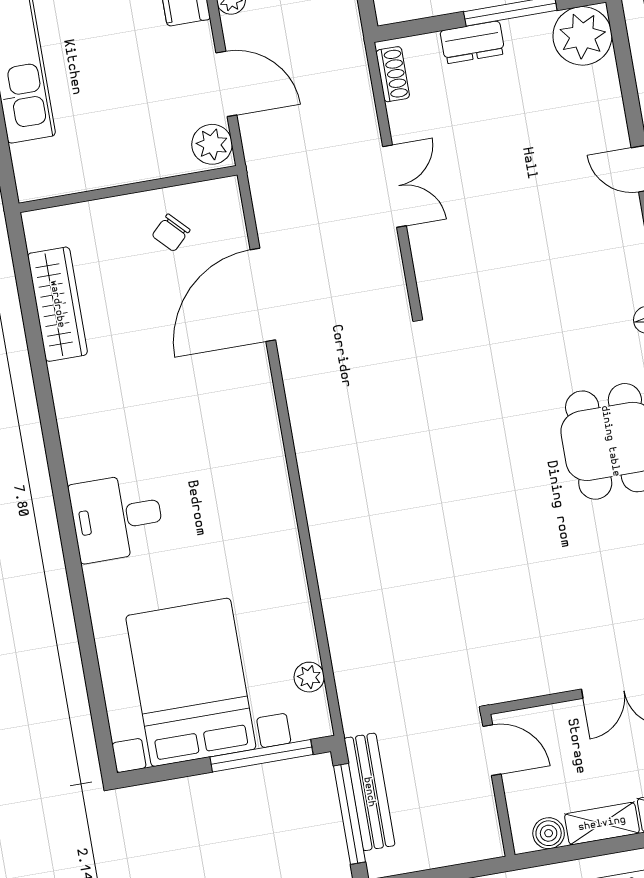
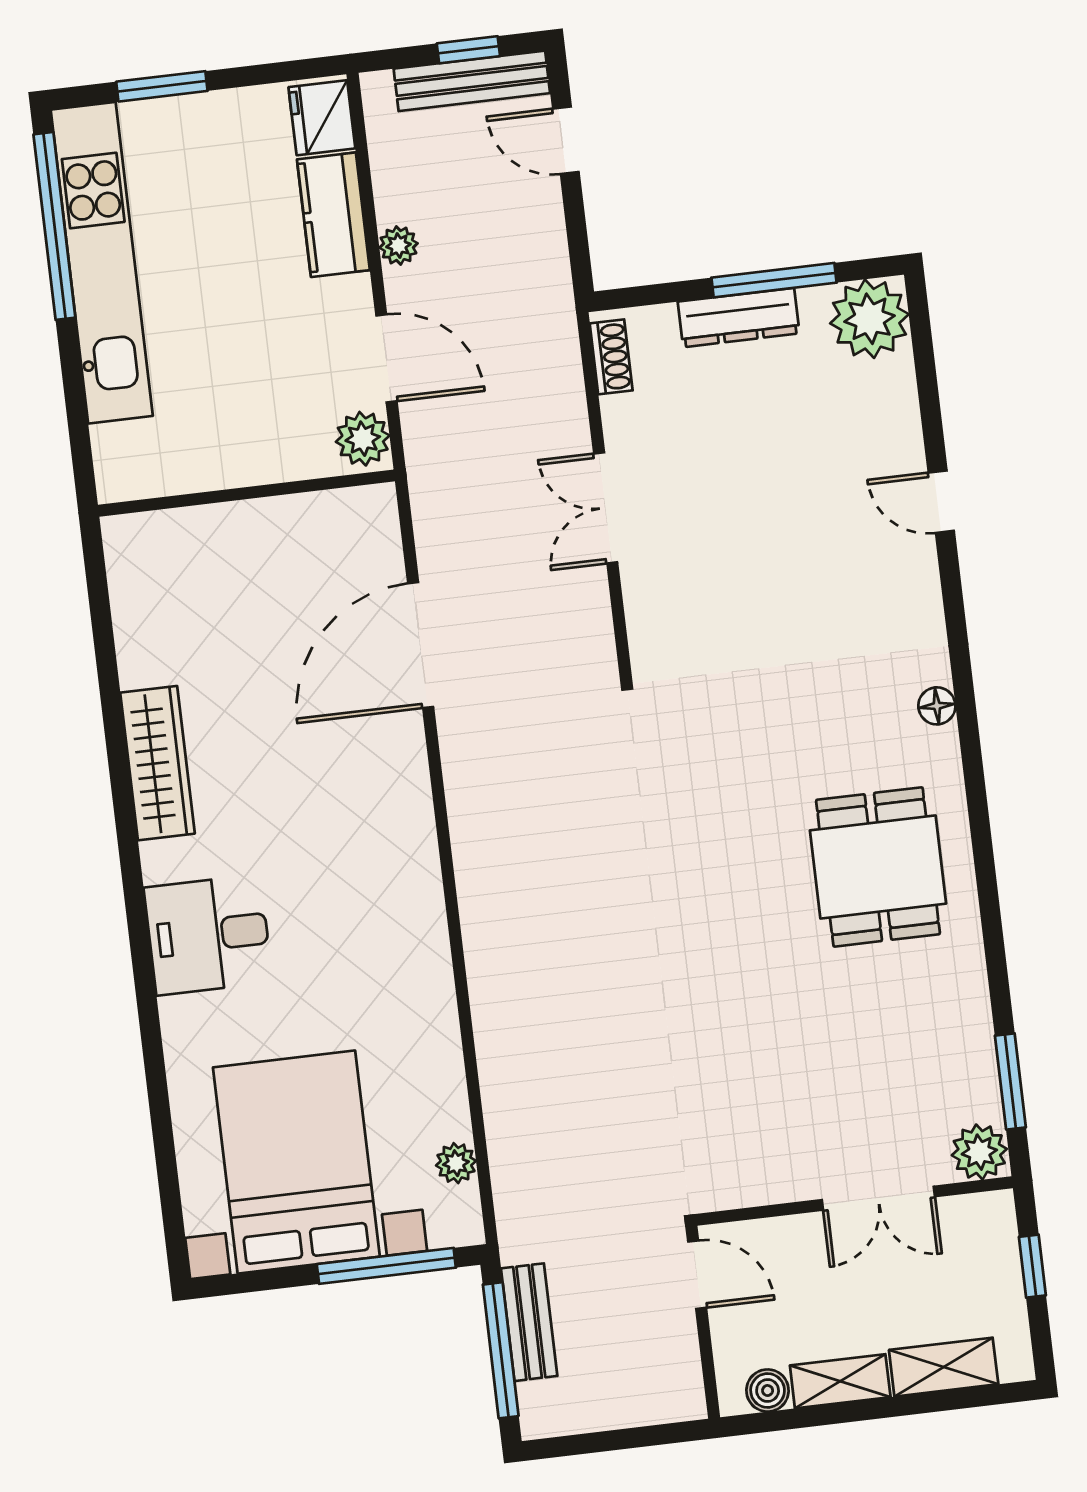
dresser: (472, 42) -> (739, 318), width x1.44
double door: (394, 186) -> (606, 508), swing flipped
chair: (171, 233) -> (301, 555), removed
wardrobe: (57, 304) -> (158, 763), moved
bench: (369, 792) -> (529, 1322), width x0.73

